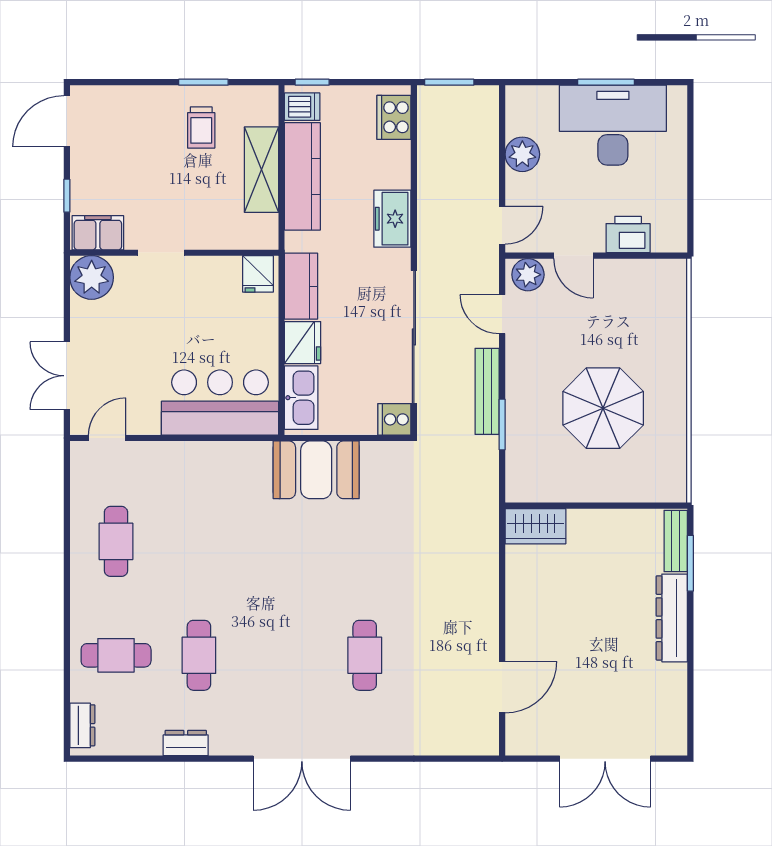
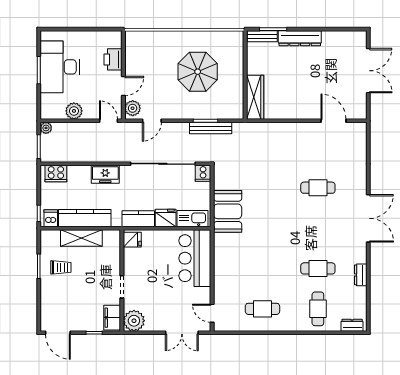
plant: (487, 97) -> (46, 128), added
bench: (487, 391) -> (211, 128), moved
wardrobe: (535, 526) -> (255, 97), width x1.50

